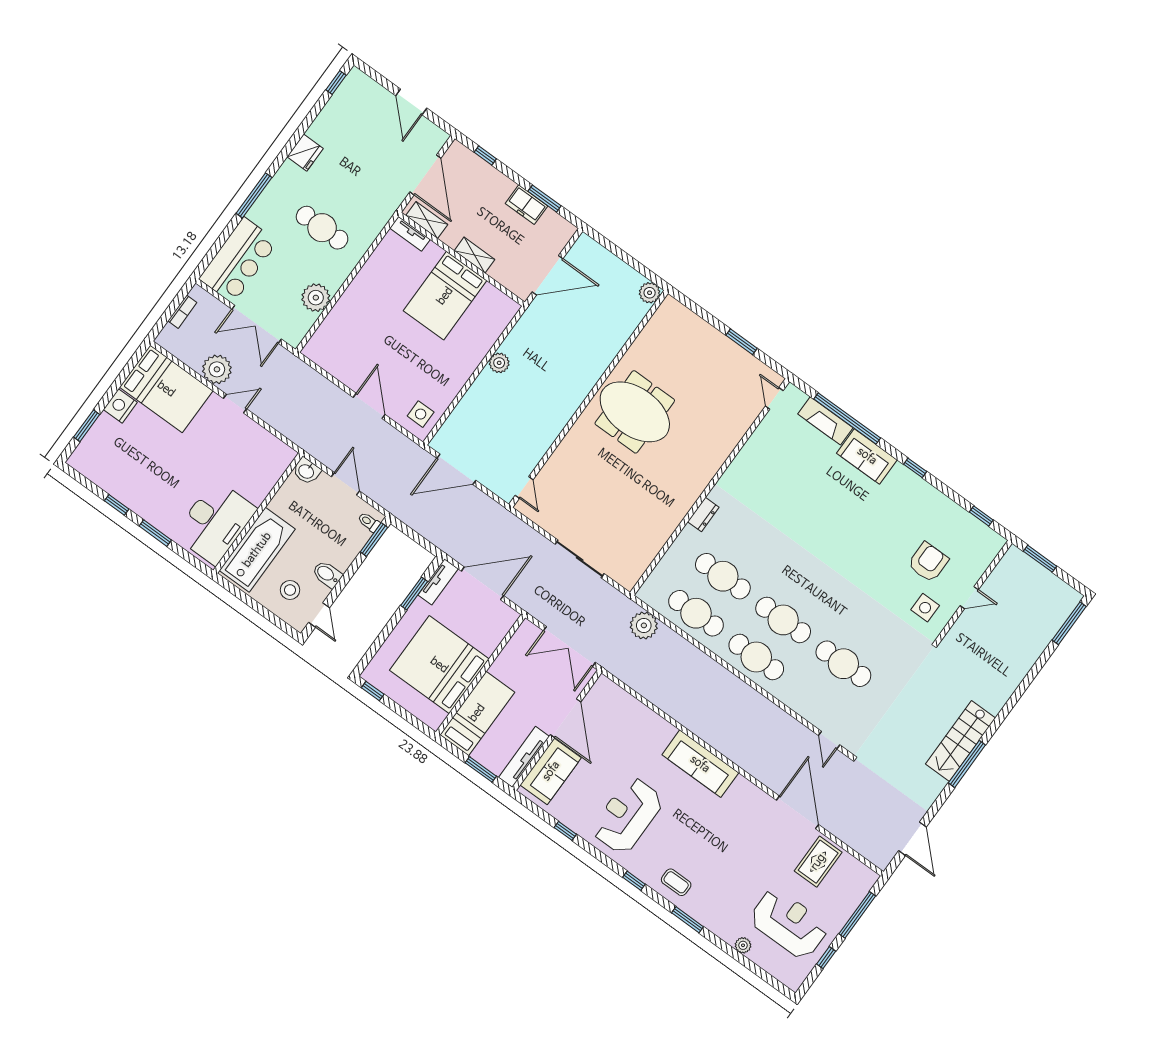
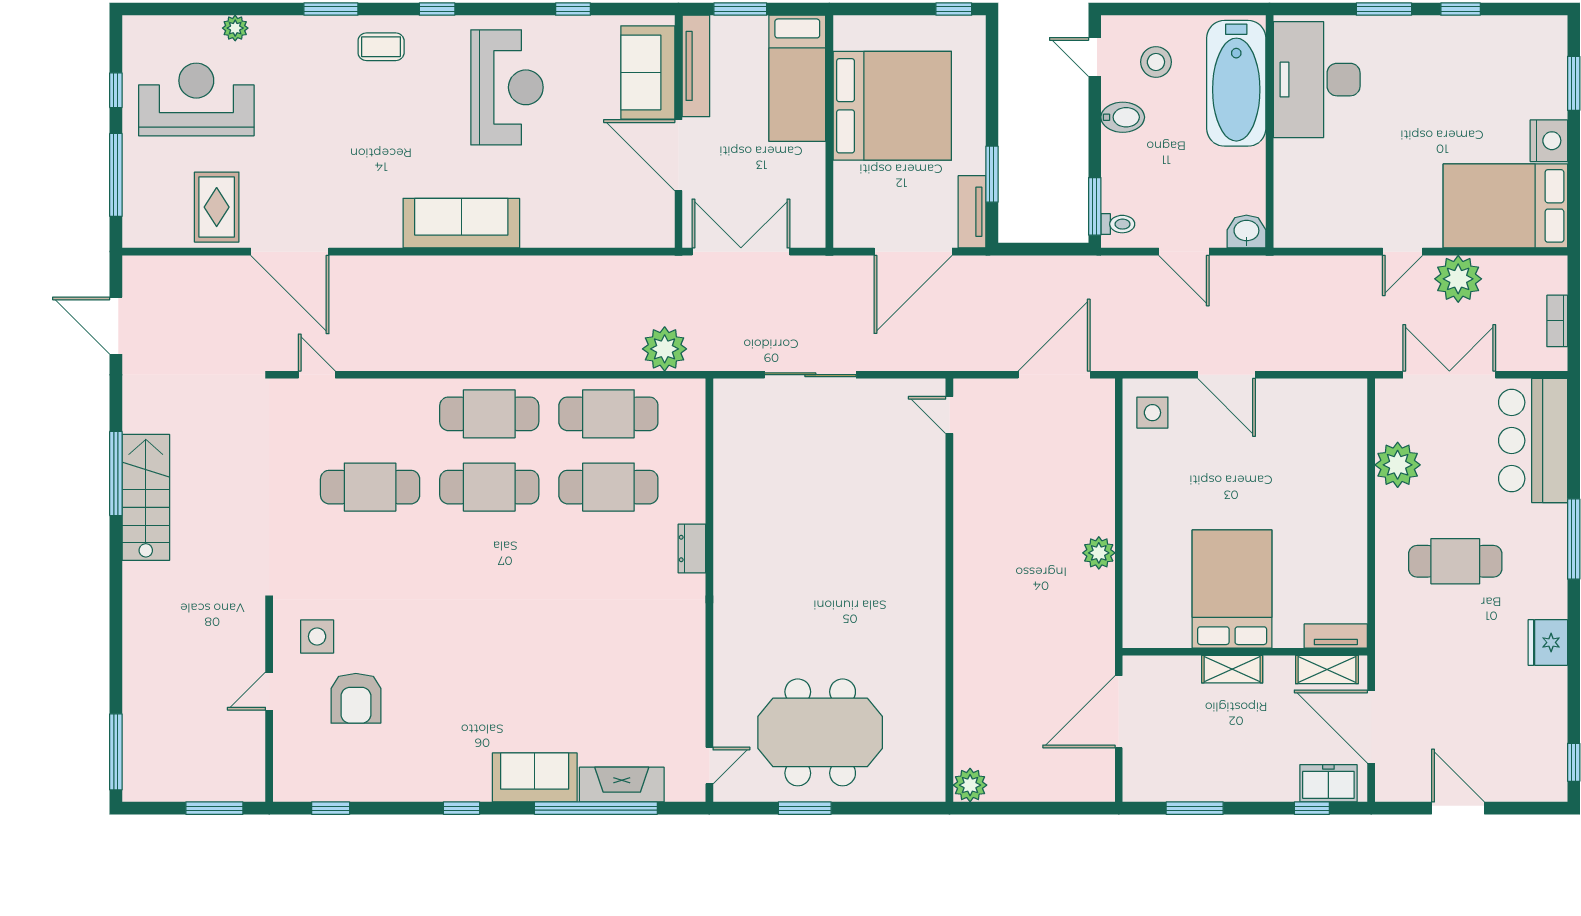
freezer: (527, 205) -> (1328, 783), moved
door: (774, 398) -> (709, 766), hinge flipped
meeting table: (635, 412) -> (820, 732), moved
reception desk: (789, 924) -> (196, 99), turned 180

